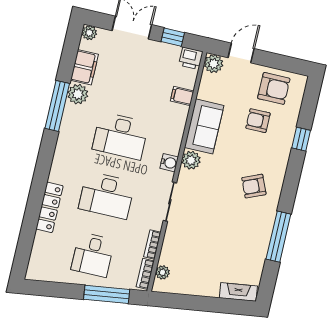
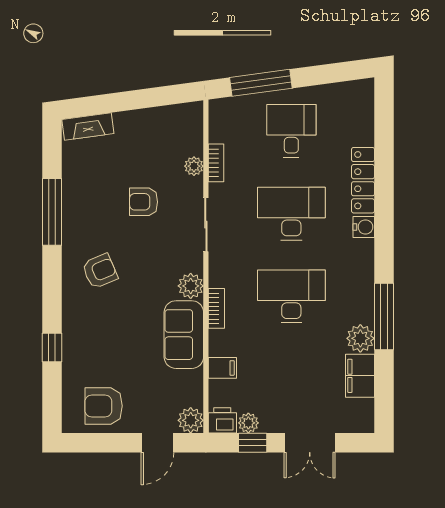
plant: (89, 33) -> (248, 423), moved
armchair: (258, 121) -> (144, 202), moved, turned 180
water cooler: (169, 163) -> (364, 227), moved, turned 180
plant: (163, 272) -> (194, 166), moved
bookcase: (145, 274) -> (216, 308), moved

